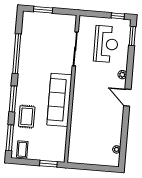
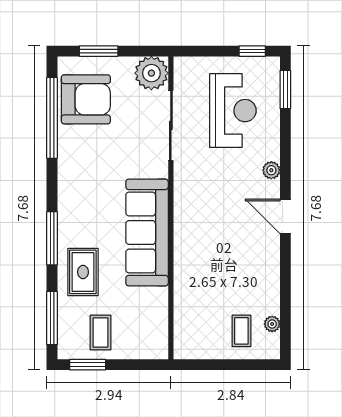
plant: (68, 23) -> (151, 73), added
armchair: (35, 33) -> (86, 99), added
window: (17, 54) -> (52, 118), moved
coffee table: (22, 149) -> (101, 333), moved
coffee table: (101, 152) -> (241, 331), added
window: (48, 164) -> (88, 365), moved

